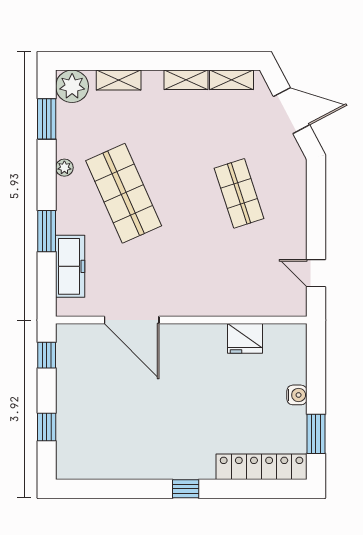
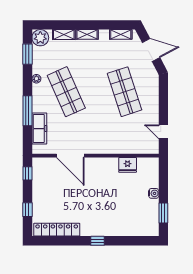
shelving: (186, 80) -> (87, 34), moved
shop shelf: (239, 193) -> (125, 92), width x1.43, depth x1.36
window: (47, 231) -> (27, 111), width x1.44
locker: (262, 467) -> (57, 230), moved

